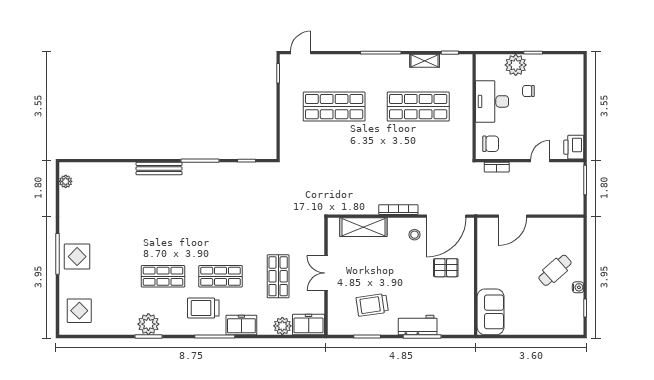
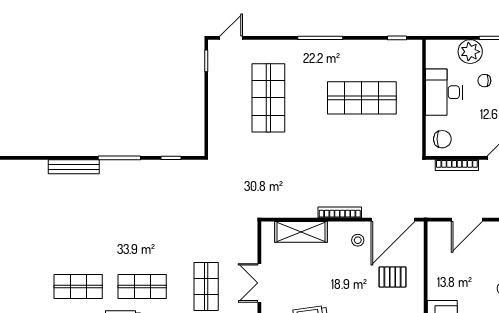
shelving: (425, 61) -> (369, 47), removed
shop shelf: (334, 107) -> (268, 98), turned 90
bookcase: (497, 167) -> (457, 165), width x1.56

